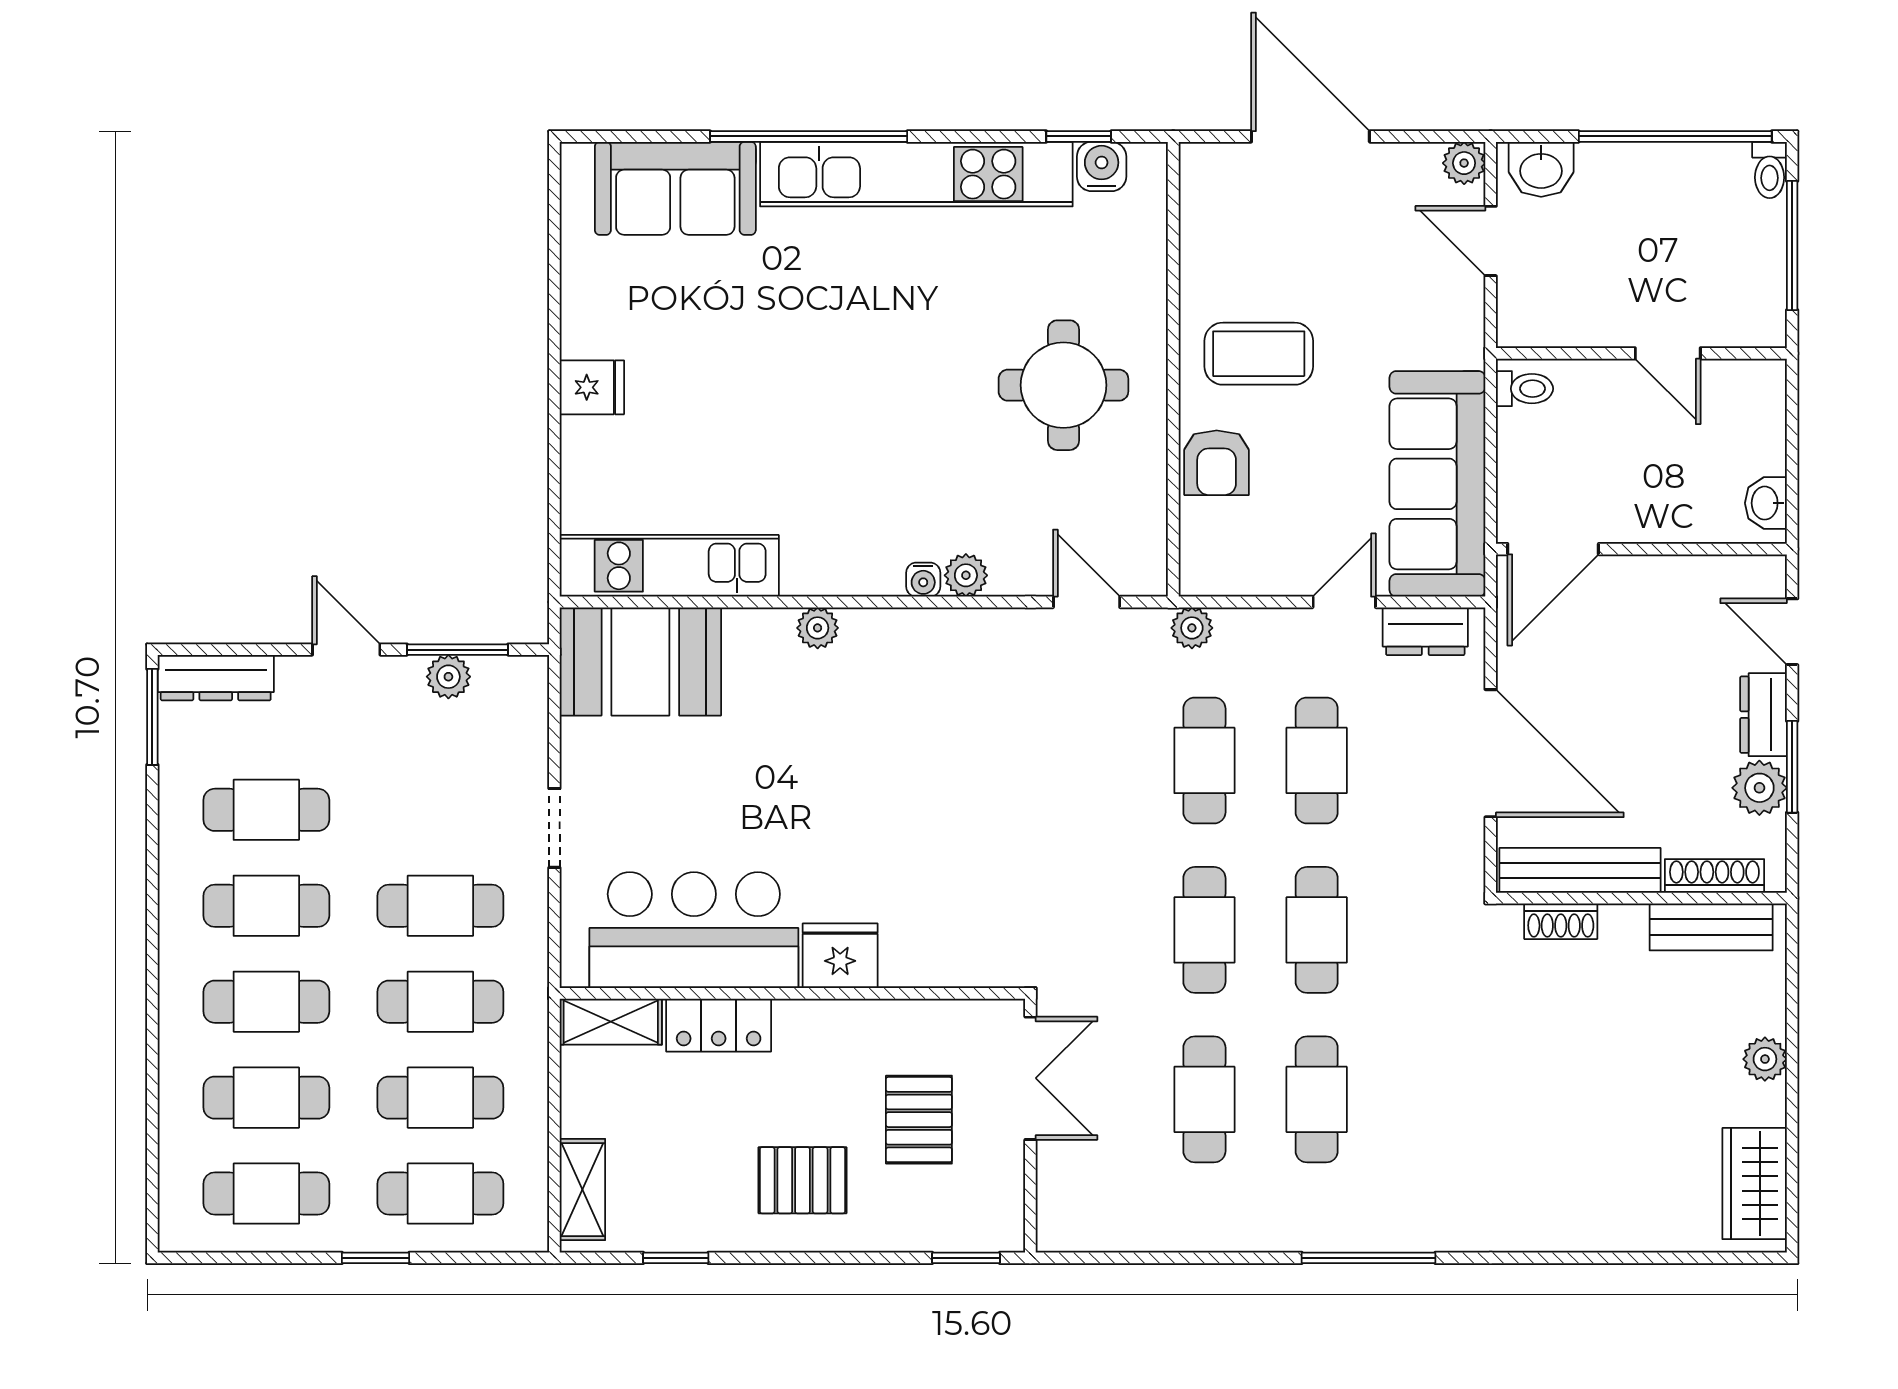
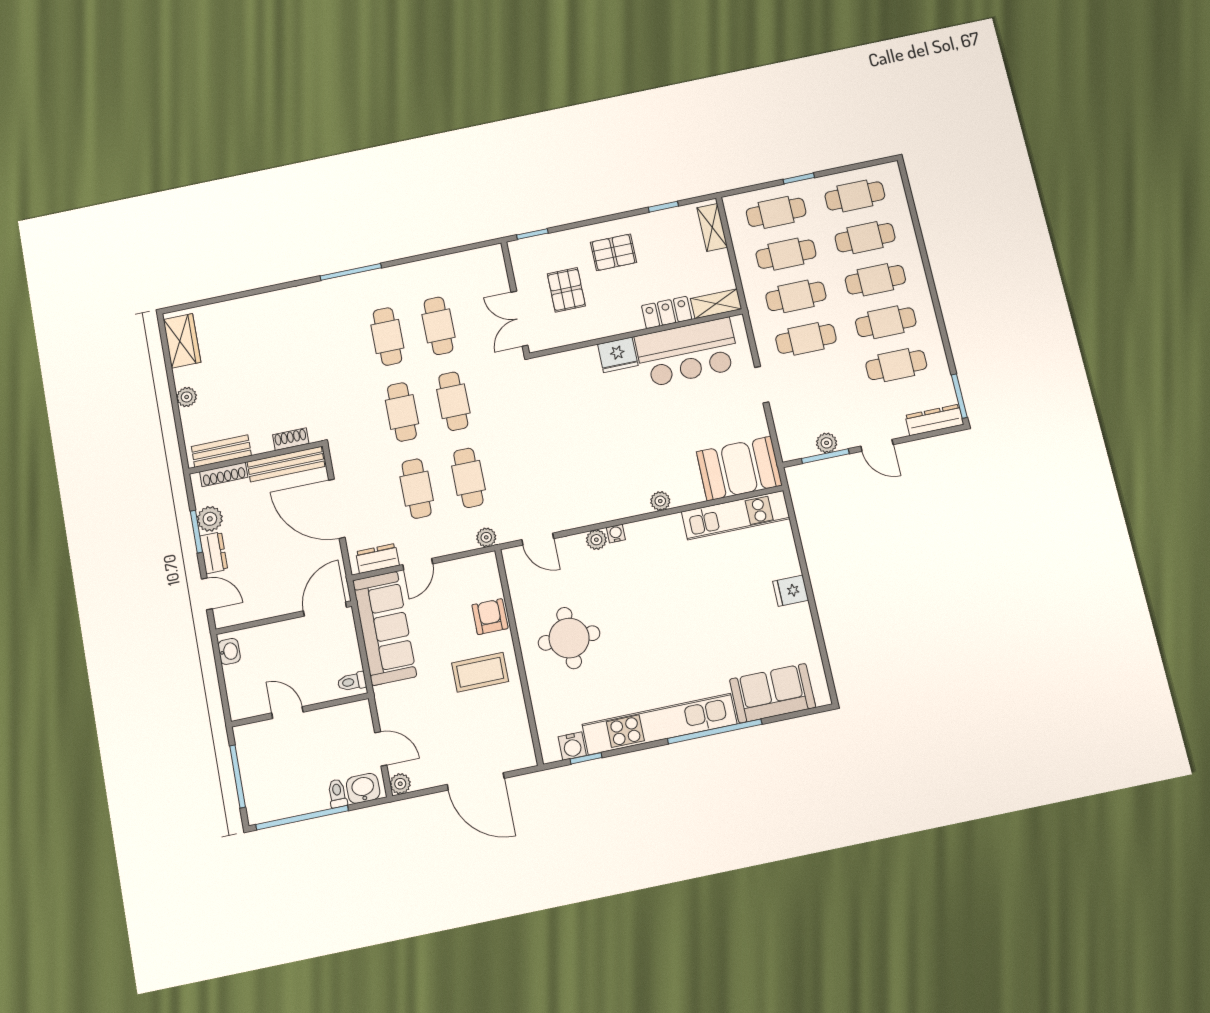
toilet: (1770, 170) -> (337, 793), moved

